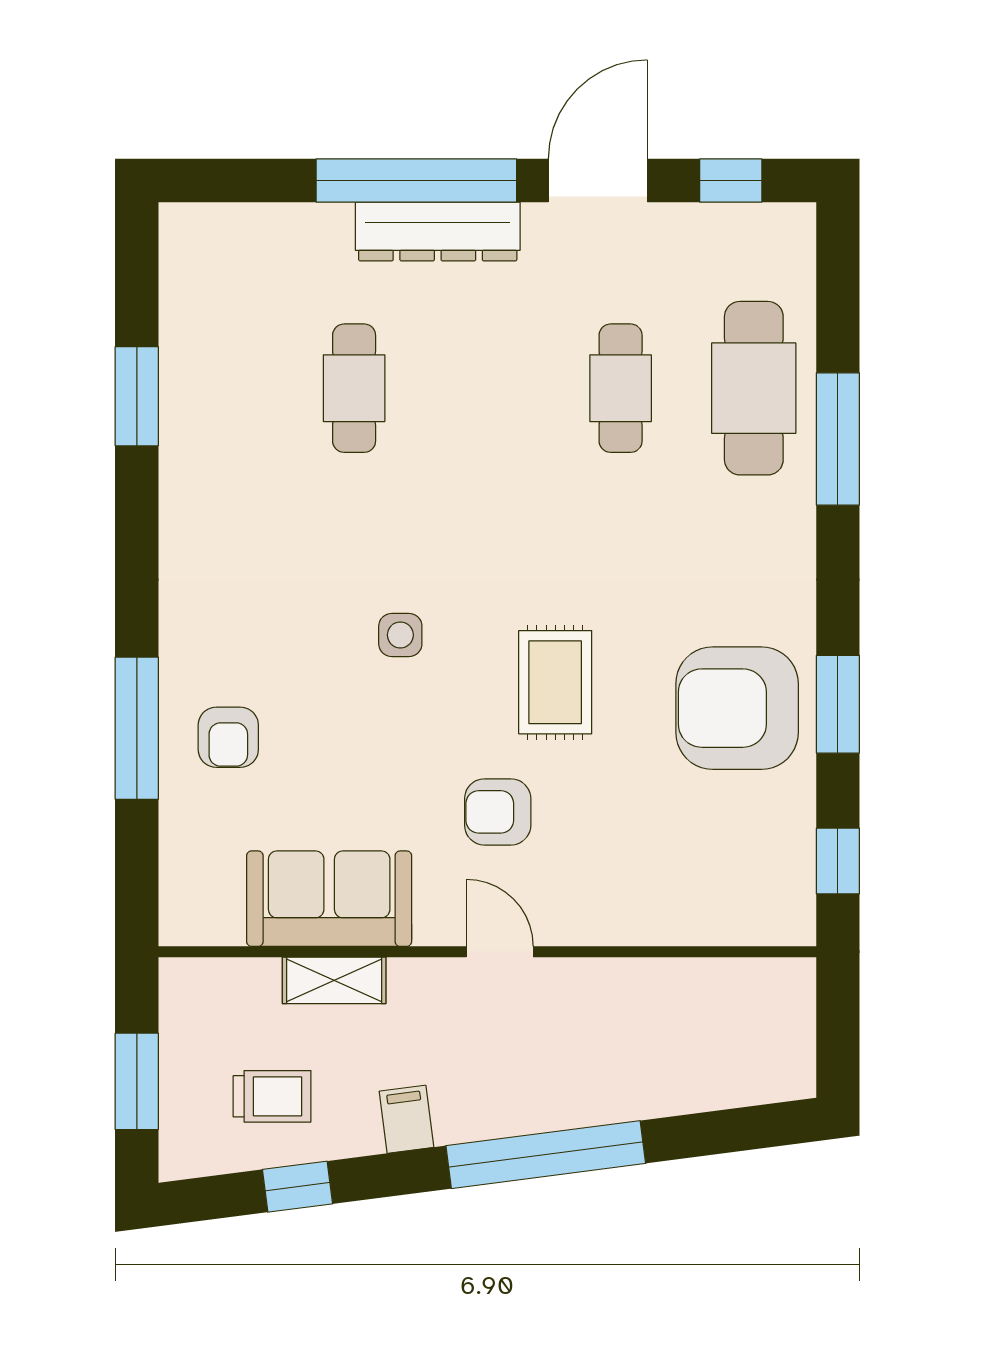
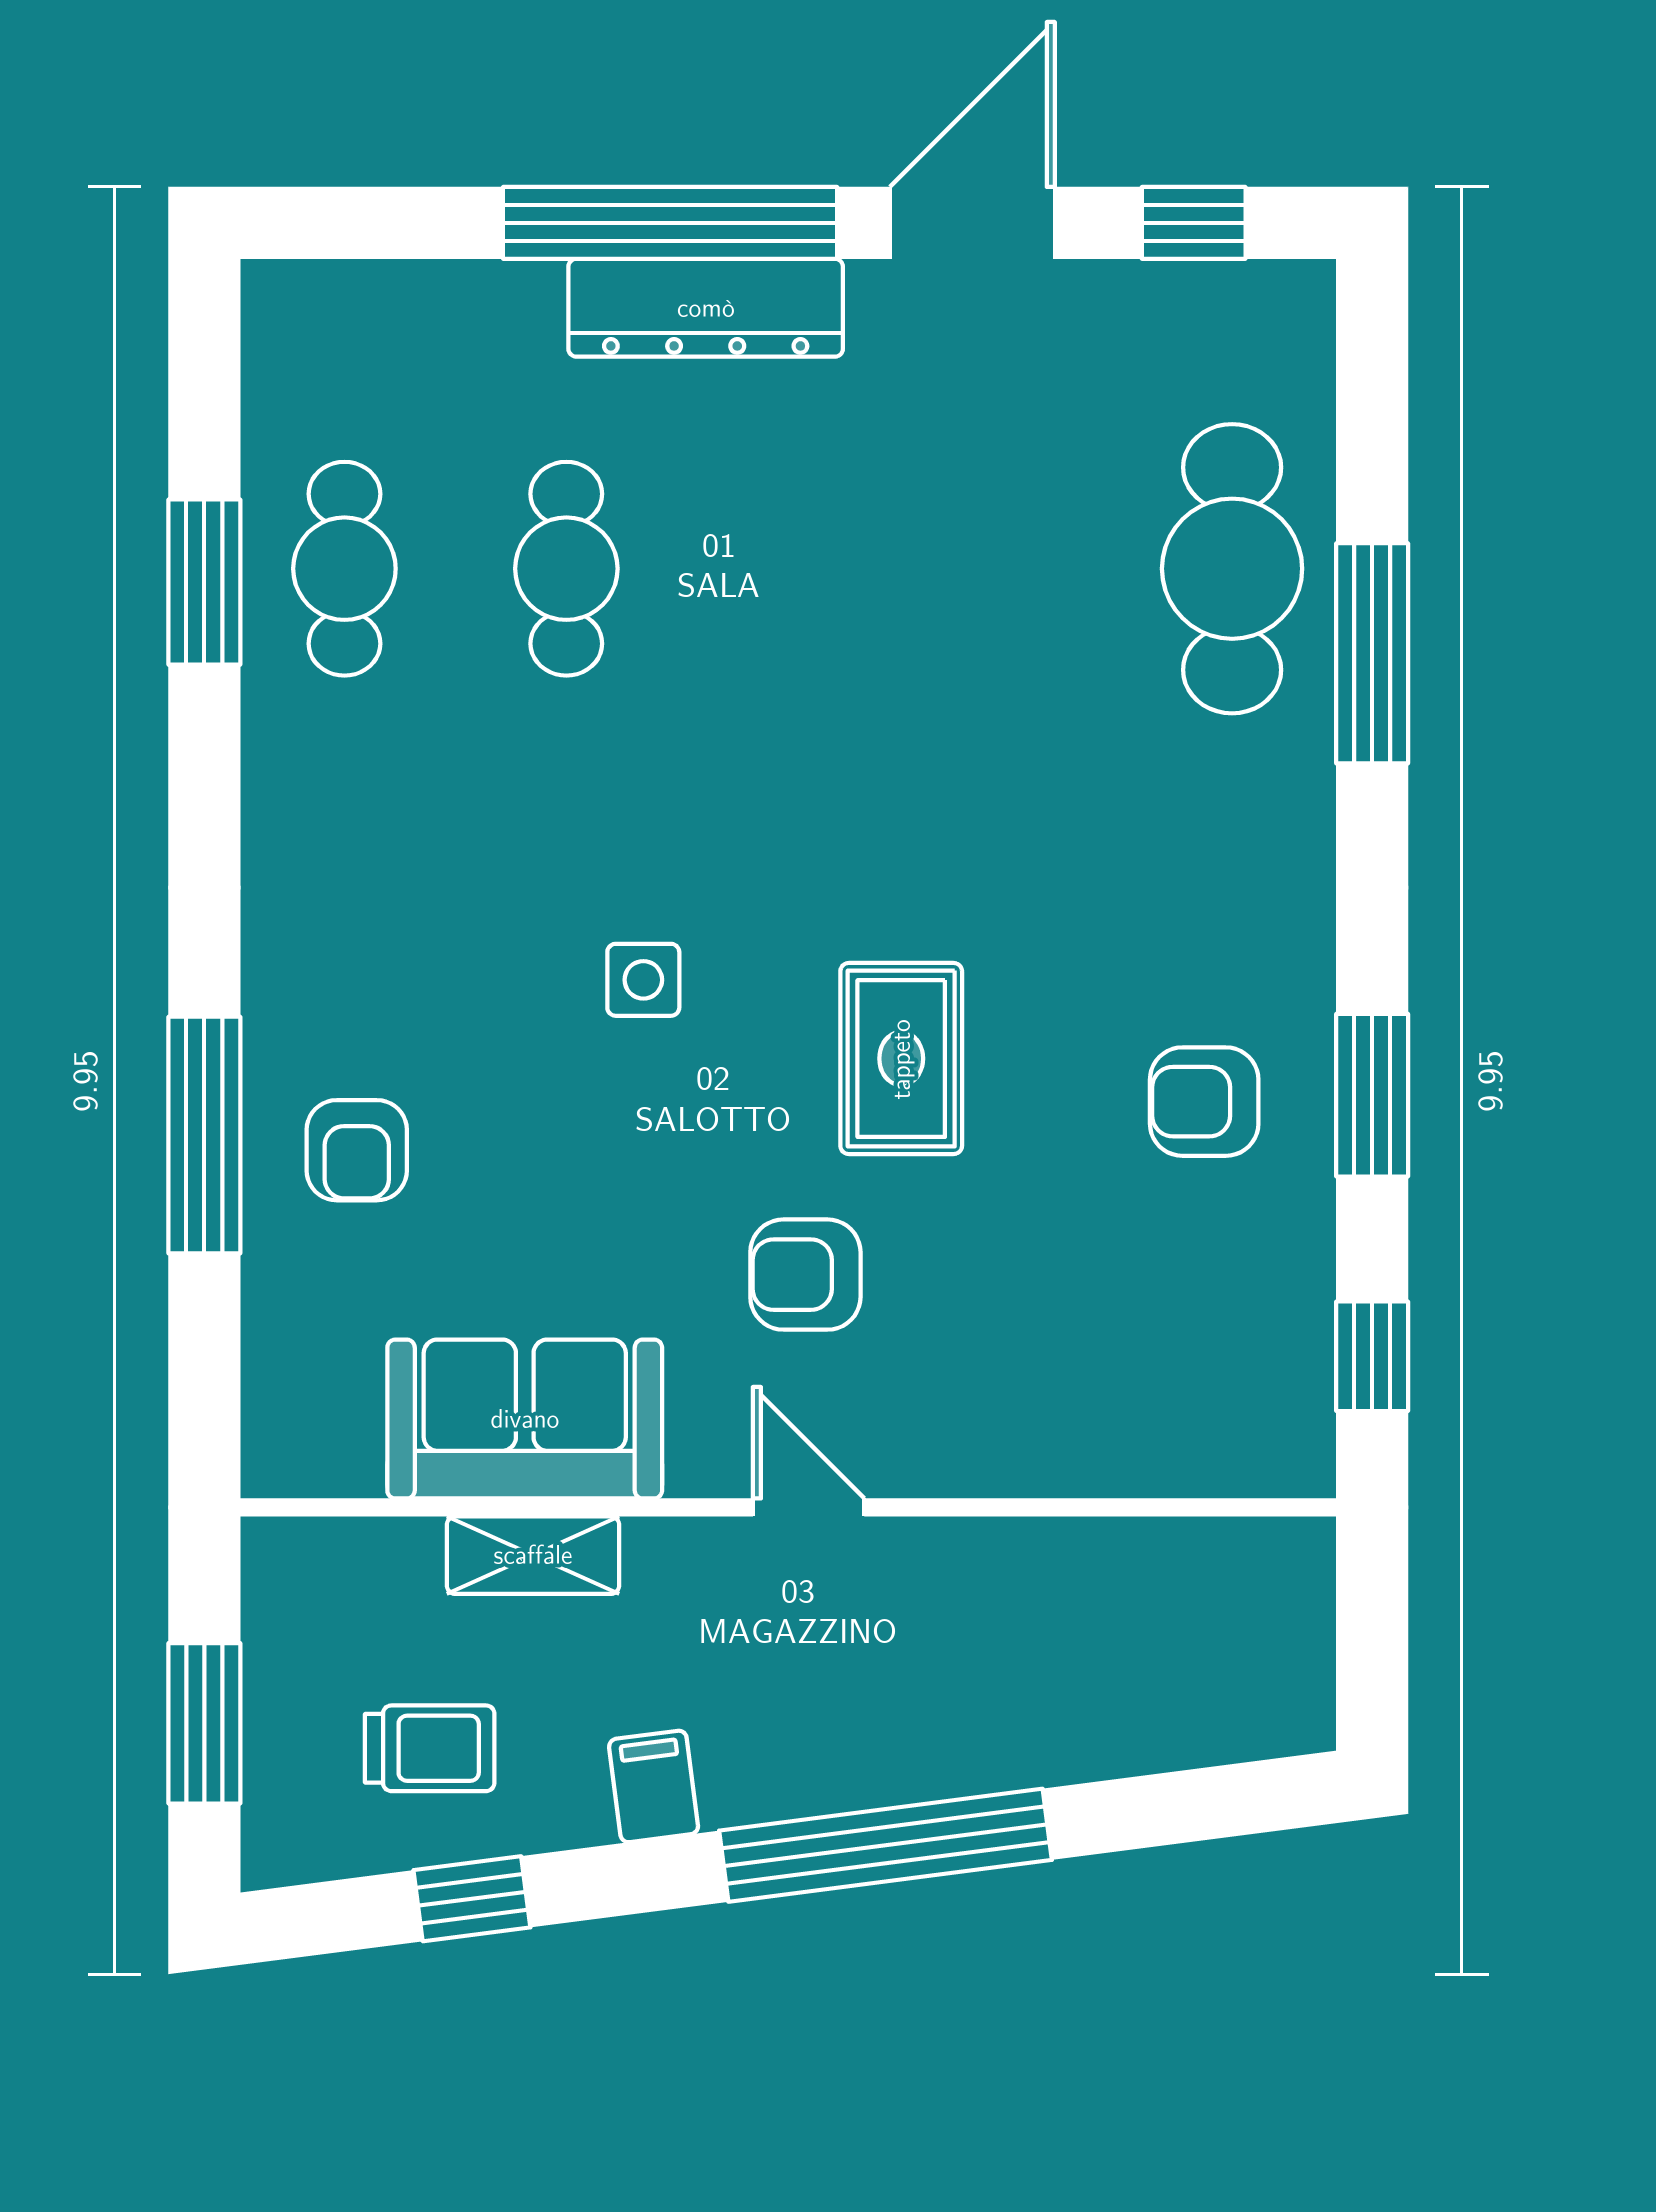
cafe table: (621, 388) -> (344, 569), moved
armchair: (737, 708) -> (1204, 1102), width x0.53, depth x0.53

